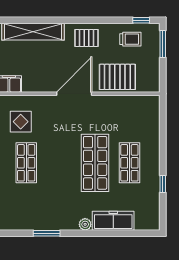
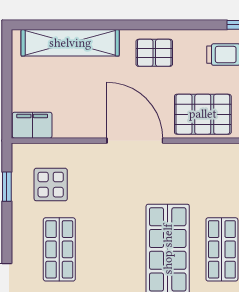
door: (74, 94) -> (135, 141), hinge flipped

